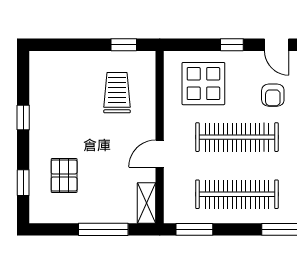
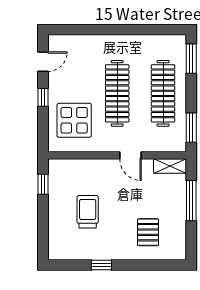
trolley: (117, 93) -> (88, 212), moved, turned 90
armchair: (273, 95) -> (83, 64), removed
pallet: (64, 176) -> (148, 232), turned 90
window: (23, 183) -> (154, 265), removed

